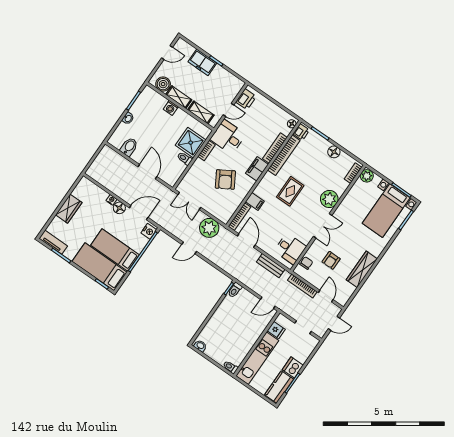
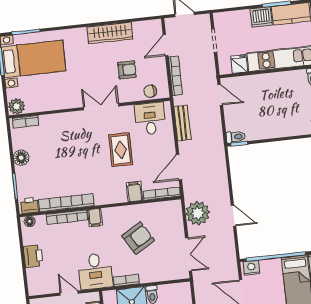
printer: (246, 99) -> (33, 256), moved, turned 90
filing cabinet: (257, 169) -> (95, 218), width x0.50
rug: (290, 191) -> (121, 150), moved, turned 90
plant: (329, 199) -> (70, 123), removed

